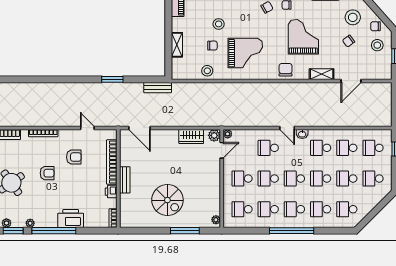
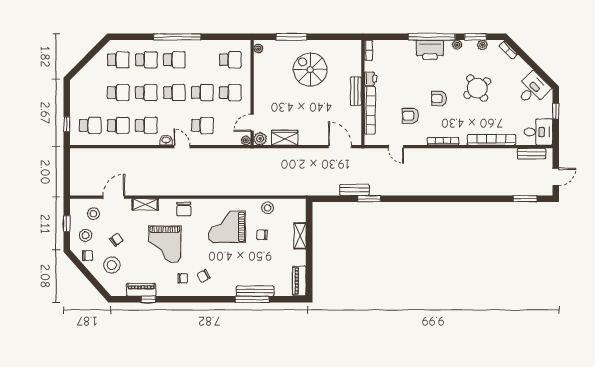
stool: (219, 24) -> (93, 214), moved
bench: (158, 88) -> (355, 190), moved
school desk: (373, 179) -> (90, 93), removed
school desk: (268, 209) -> (202, 60), removed
printer: (71, 219) -> (430, 50), moved

